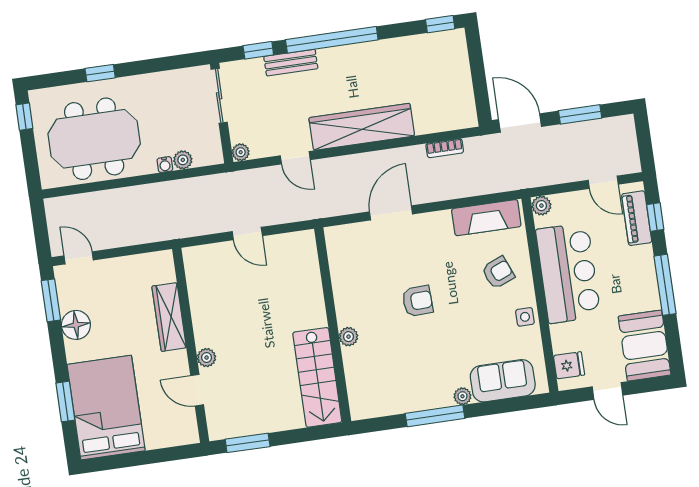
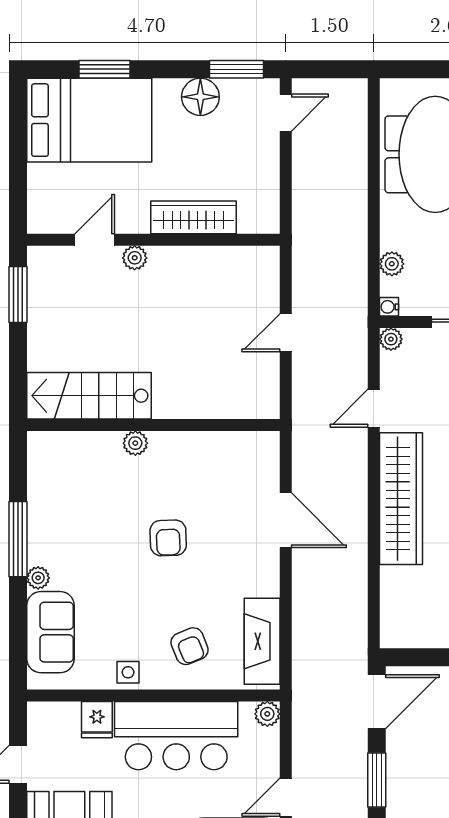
bookcase: (445, 148) -> (359, 601), removed
water cooler: (165, 165) -> (389, 307), moved
fridge: (569, 365) -> (97, 720), moved

